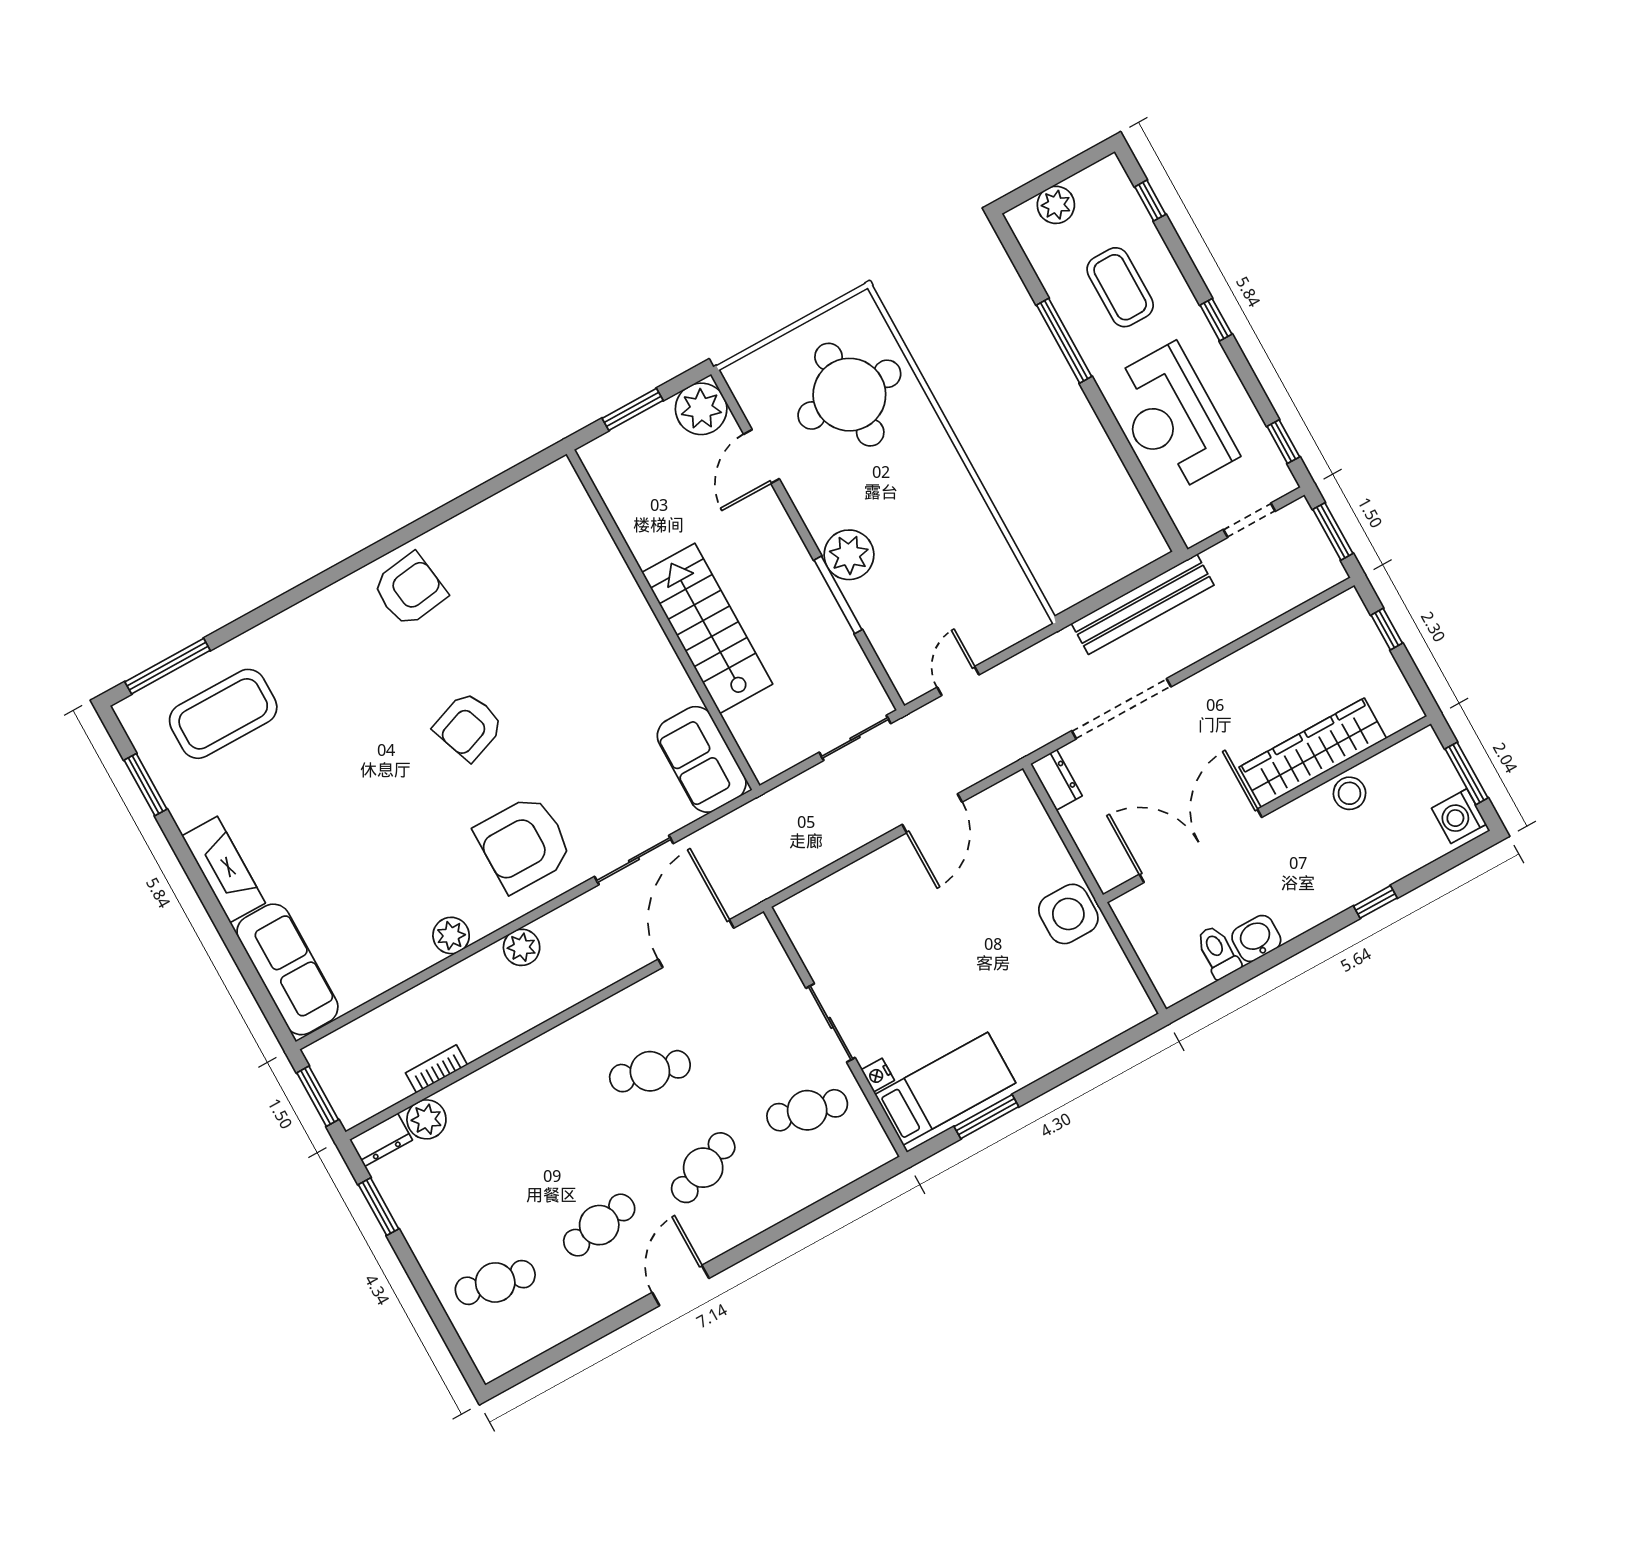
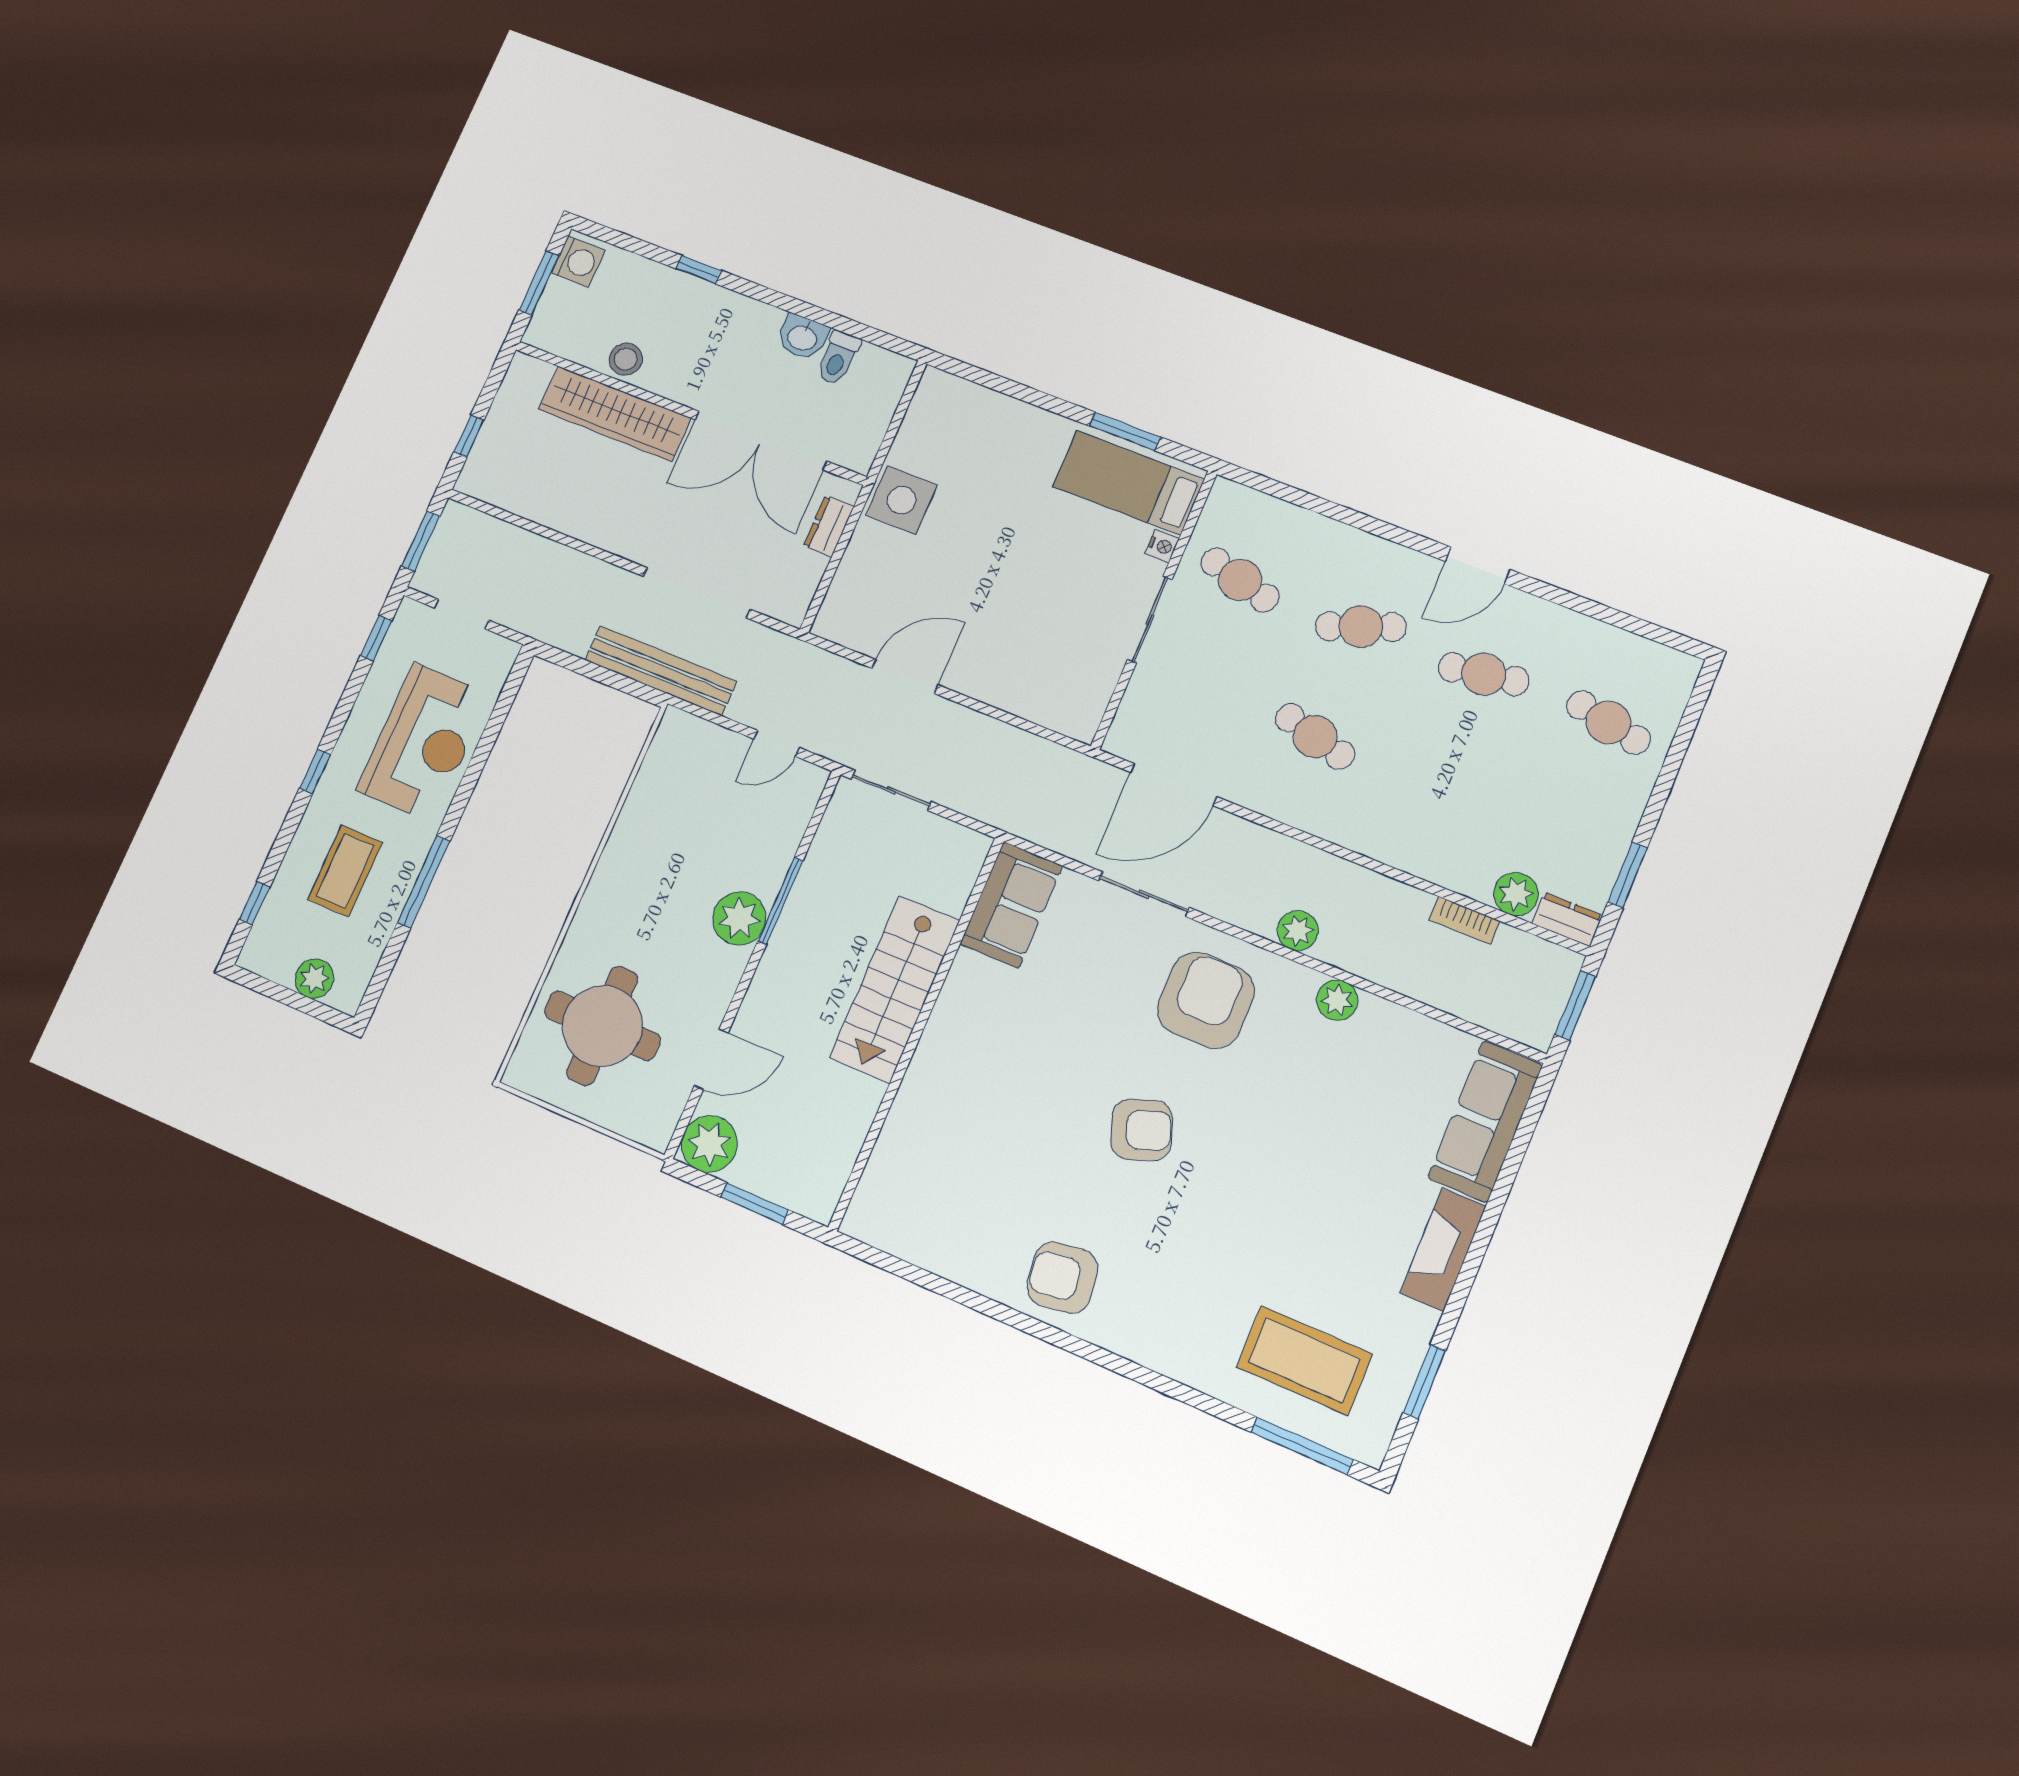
bench: (1143, 604) -> (661, 671), moved
dresser: (1056, 780) -> (829, 526), moved
armchair: (524, 844) -> (1206, 1000), turned -90

